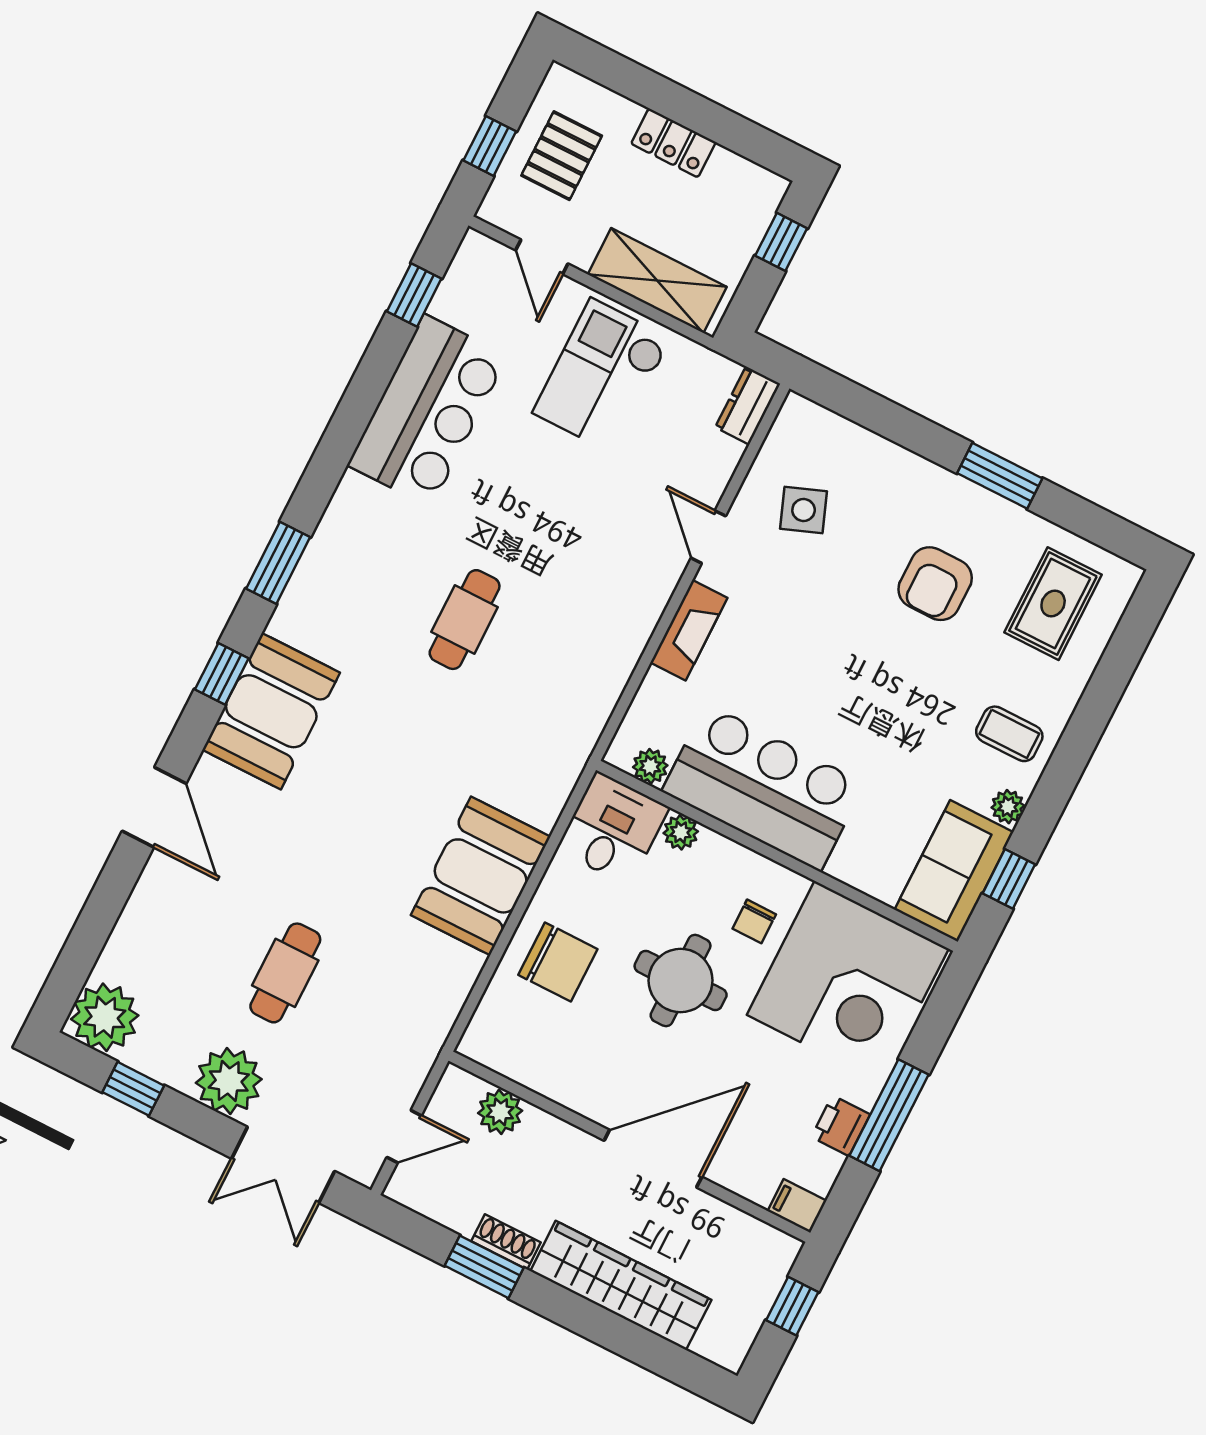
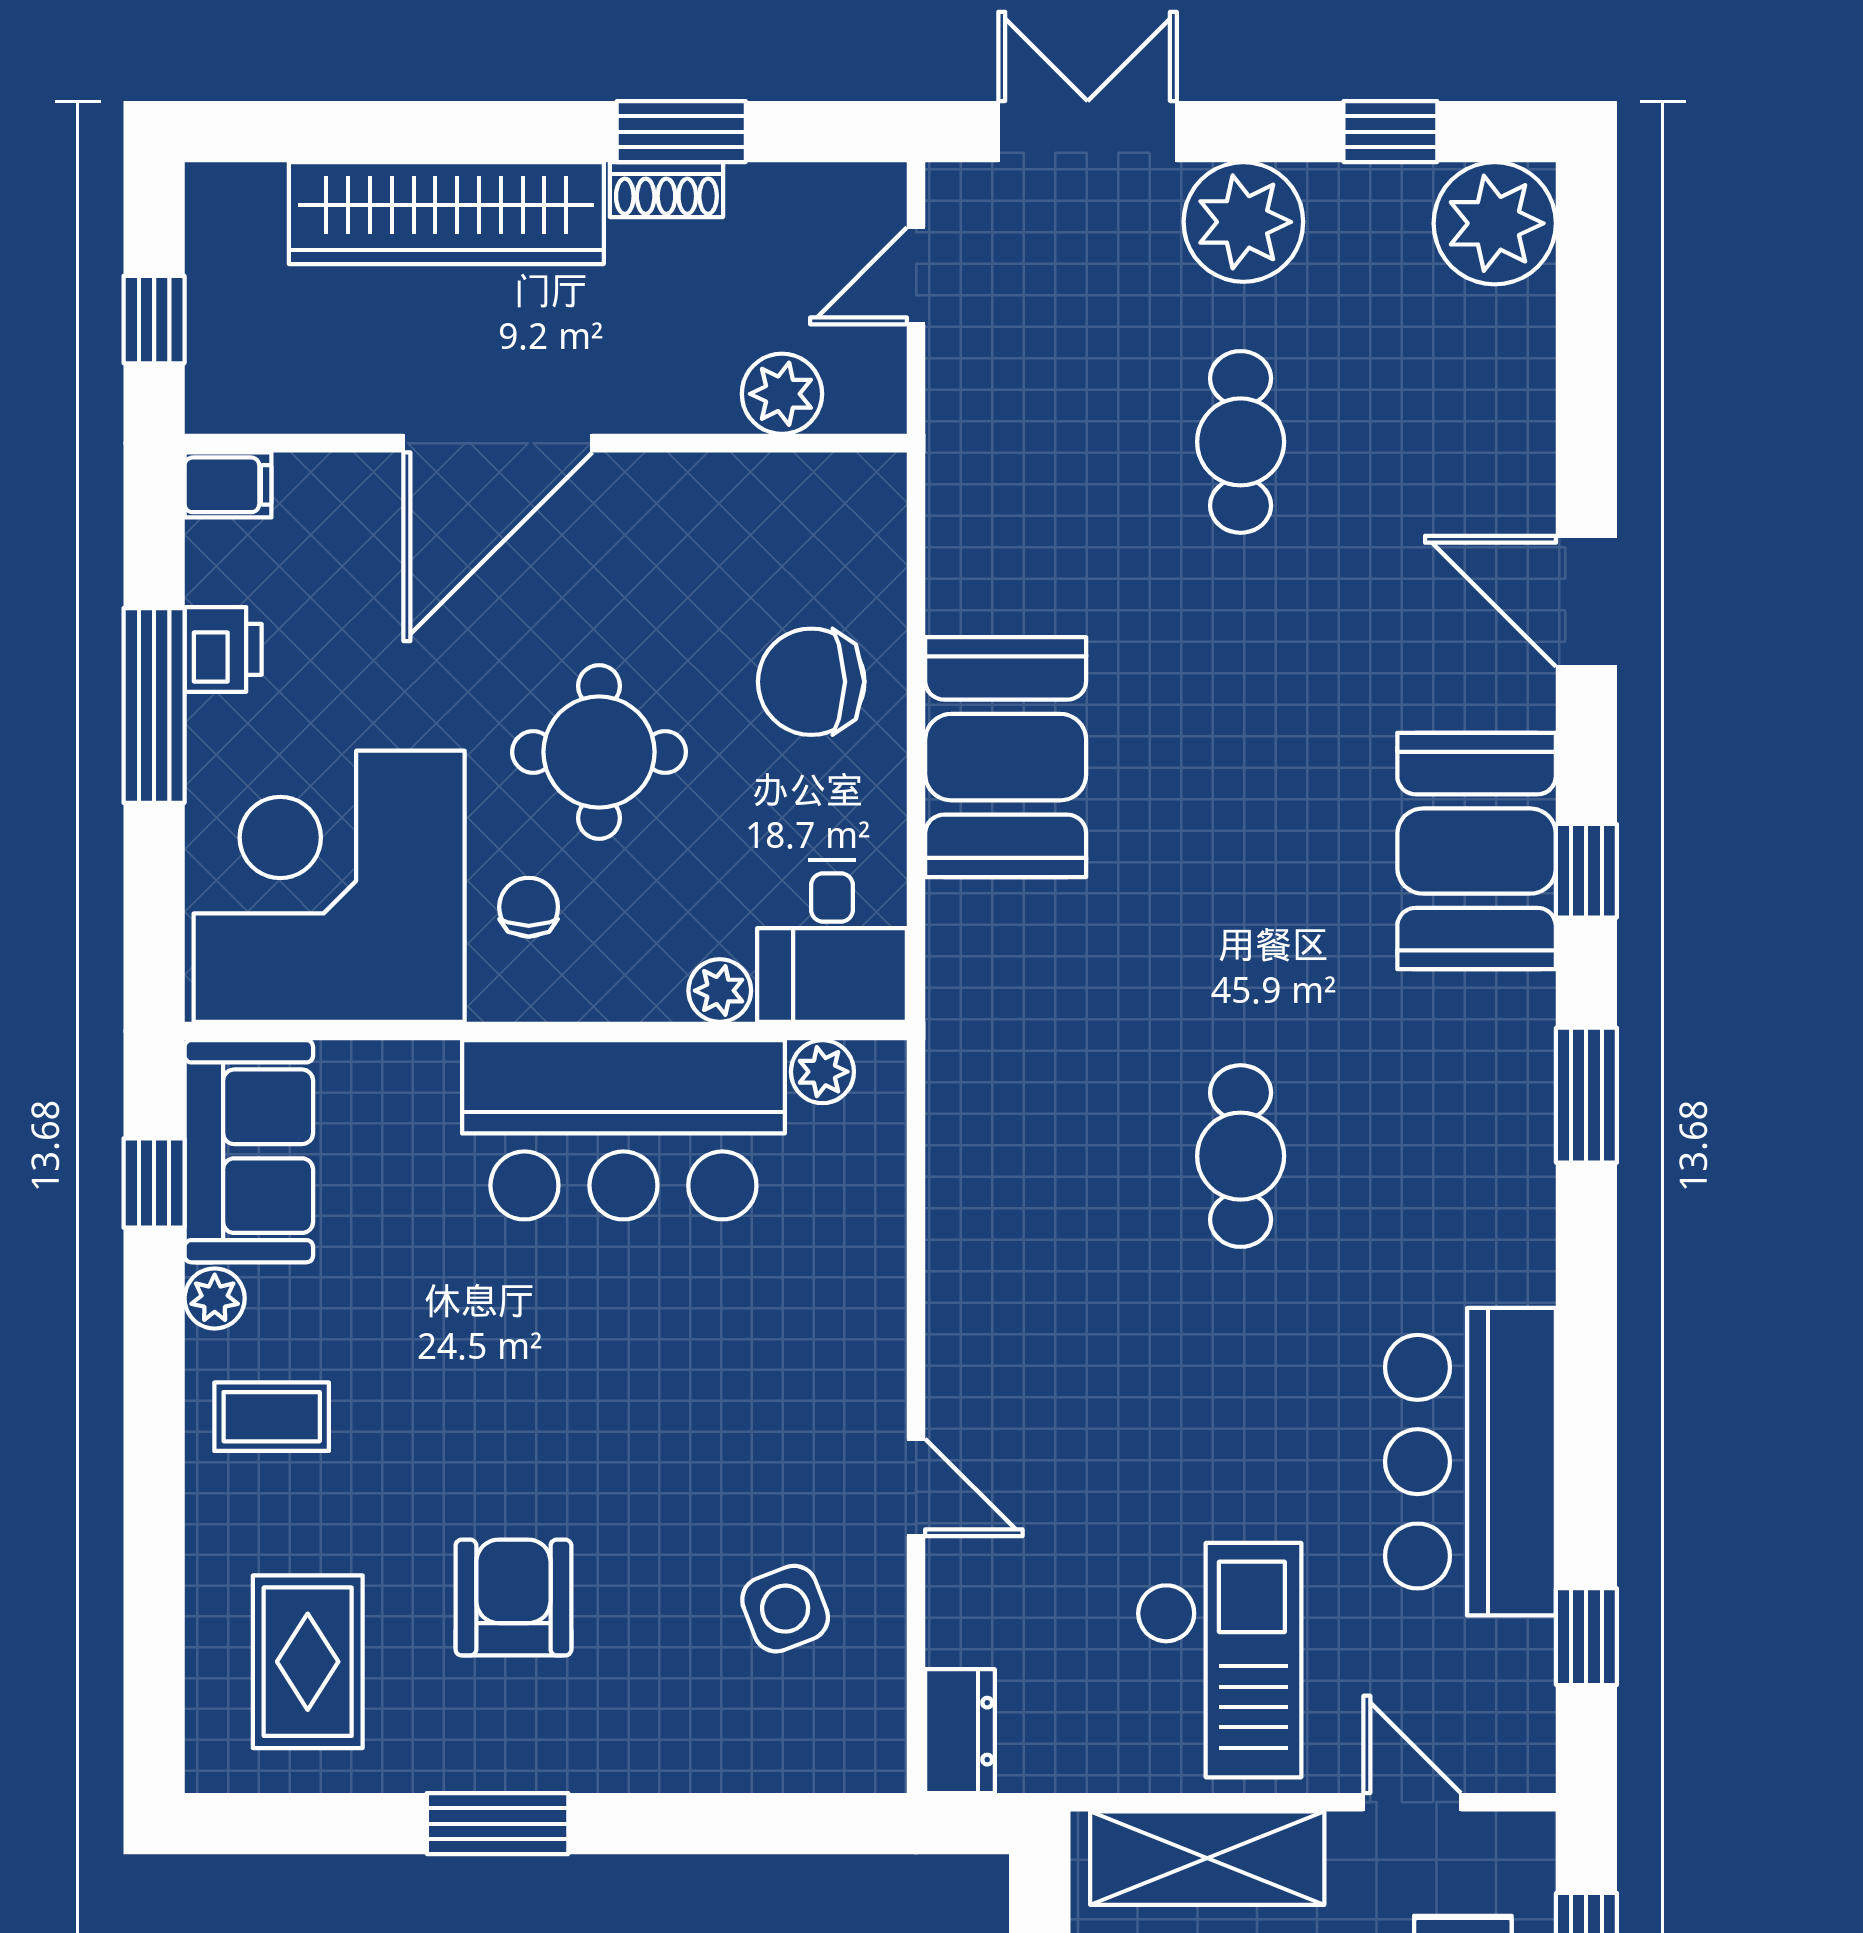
fireplace: (689, 630) -> (871, 1322), removed

